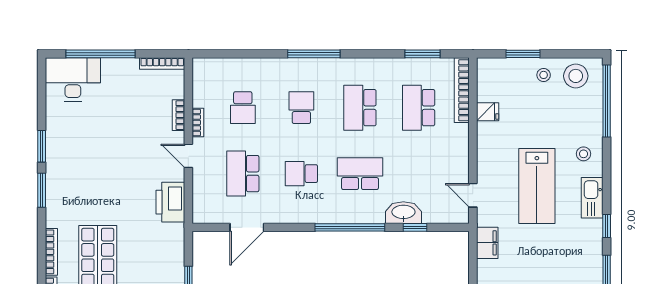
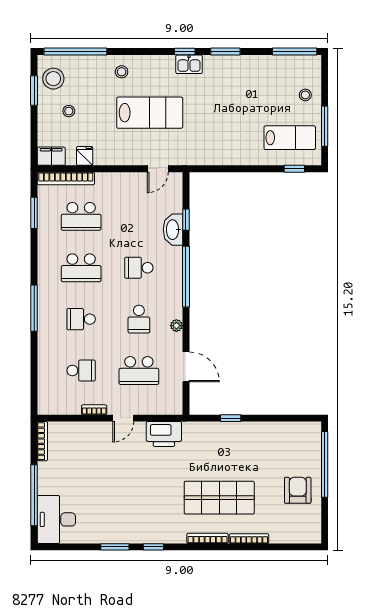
window: (523, 54) -> (34, 91), moved
stool: (544, 75) -> (69, 111), moved
bookcase: (178, 115) -> (88, 427), removed
school desk: (360, 174) -> (139, 268), width x0.54
window: (42, 190) -> (153, 547), width x0.67
kitchen sink: (592, 198) -> (189, 64), moved, width x0.73
plant: (294, 216) -> (176, 326), added
filing cabinet: (487, 243) -> (51, 156), moved

